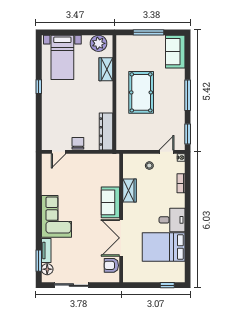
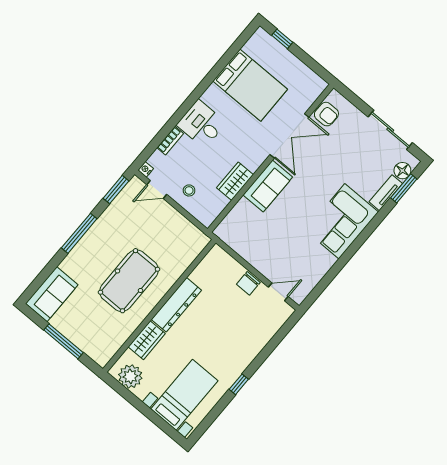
dresser: (106, 132) -> (176, 305), moved
desk: (172, 220) -> (201, 124), moved

